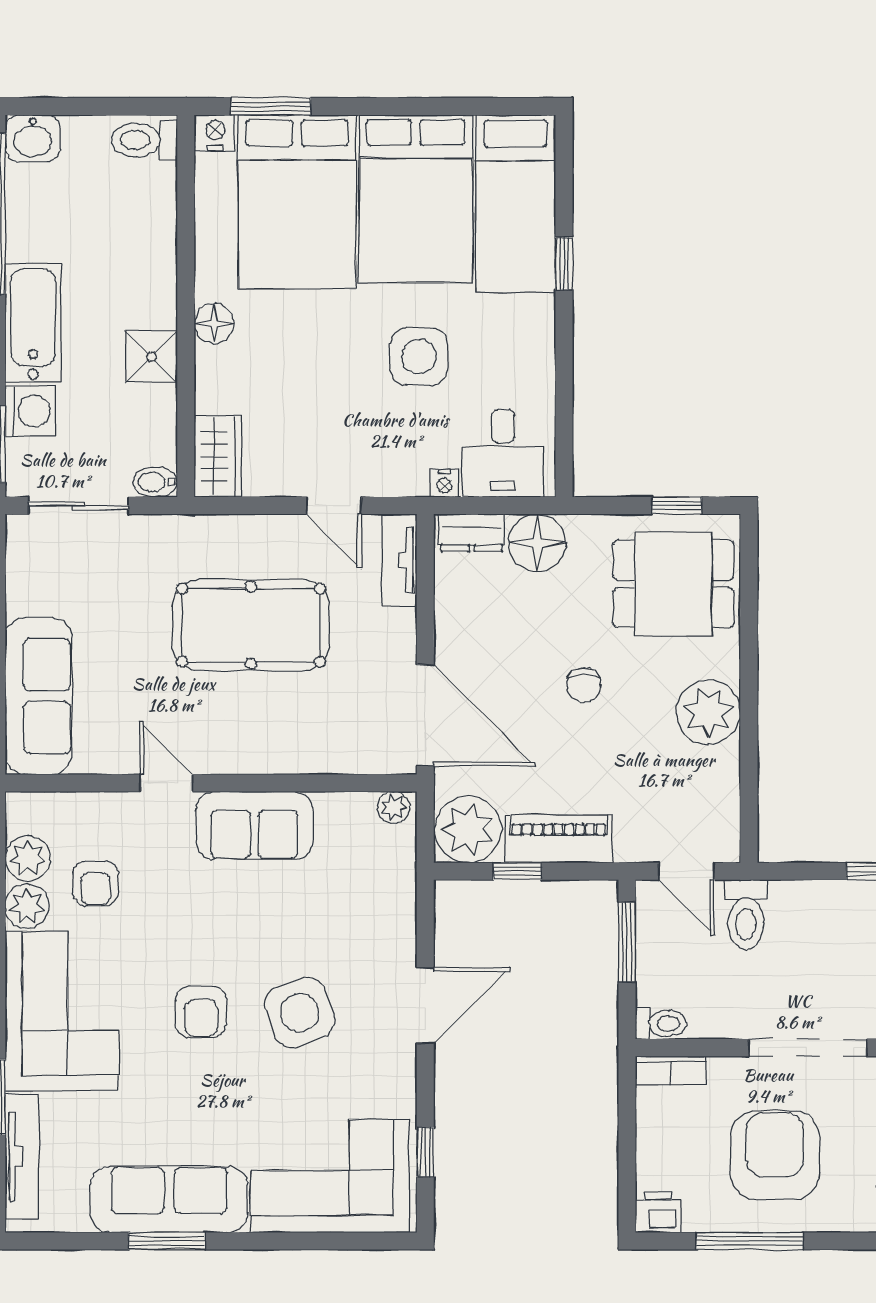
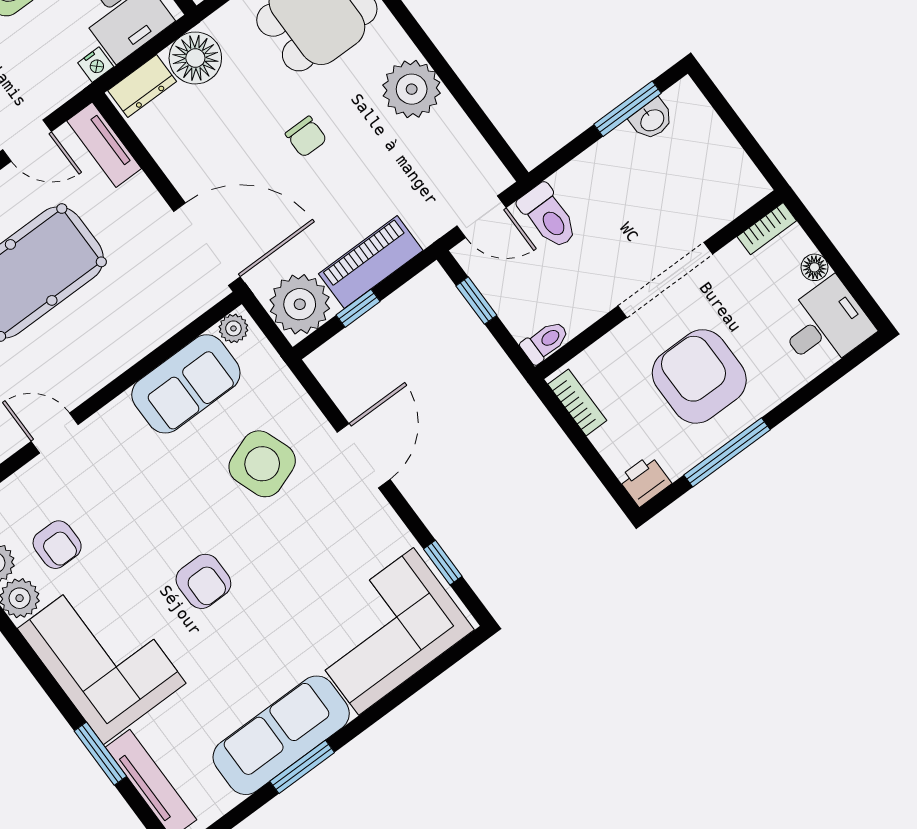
sofa: (254, 825) -> (186, 384), moved
window: (627, 942) -> (476, 301), width x0.67
side table: (300, 1013) -> (262, 464), moved
bookcase: (671, 1070) -> (577, 402), moved, turned -90

